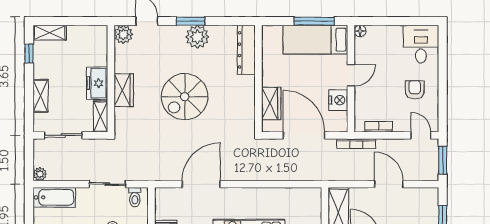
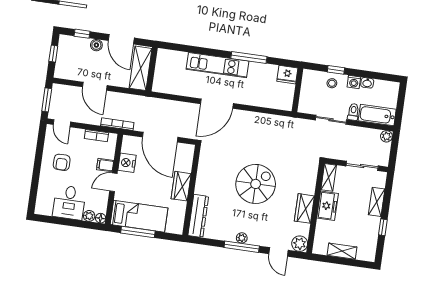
window: (191, 21) -> (242, 247), width x1.44
plant: (374, 32) -> (89, 216), added
shelving: (50, 33) -> (342, 251), moved
plant: (197, 37) -> (242, 238), width x0.53, depth x0.53
desk: (421, 44) -> (69, 202), moved
window: (29, 54) -> (383, 227), moved
wardrobe: (124, 90) -> (304, 208), moved
filing cabinet: (363, 94) -> (105, 165), added
wardrobe: (271, 103) -> (181, 186), moved
door: (201, 184) -> (217, 104), moved
toilet: (135, 197) -> (353, 112), moved

